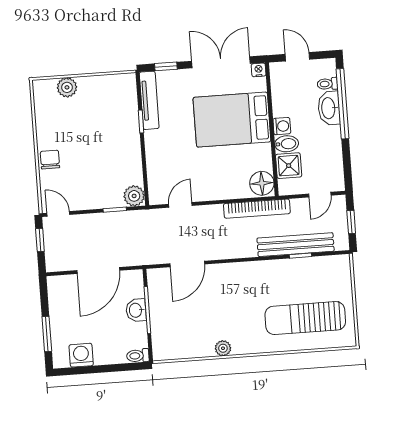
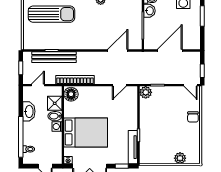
washbasin: (329, 108) -> (29, 111), moved
washbasin: (136, 310) -> (149, 11), moved

